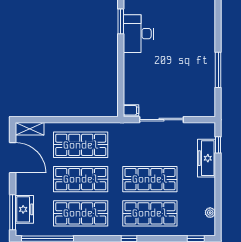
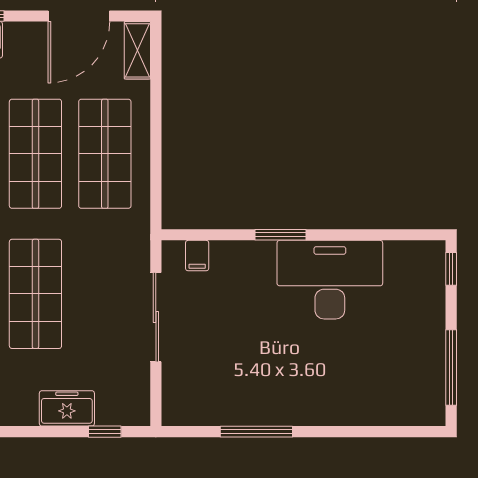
window: (121, 21) -> (281, 235), moved
desk: (138, 34) -> (330, 280), width x1.36, depth x1.30
filing cabinet: (131, 110) -> (197, 256), moved
freezer: (207, 158) -> (67, 408), width x0.71

